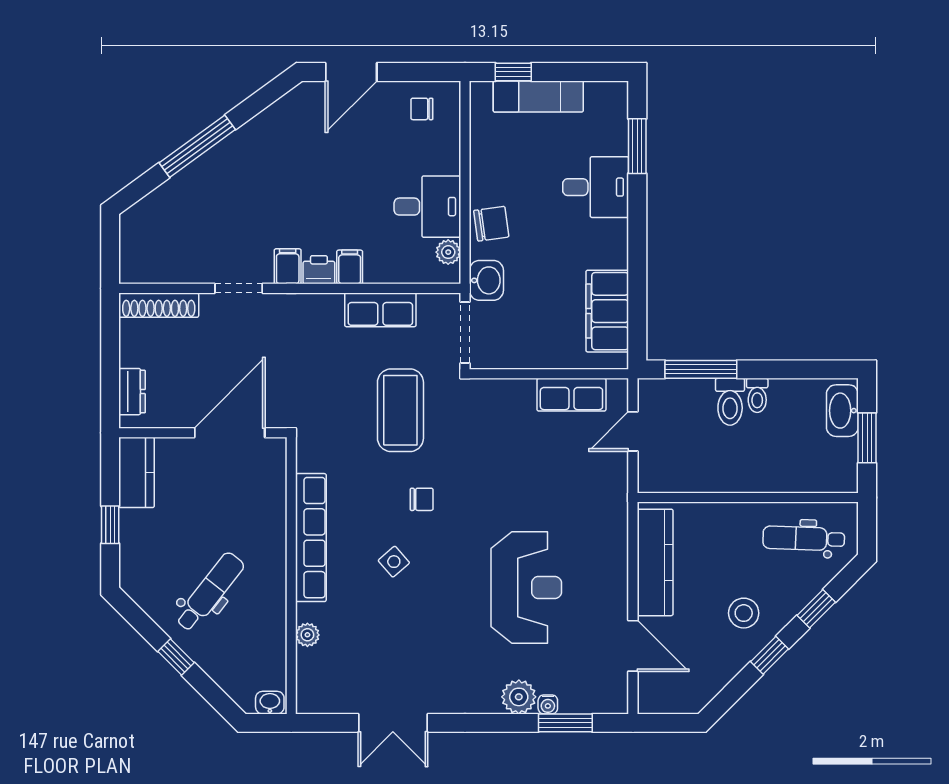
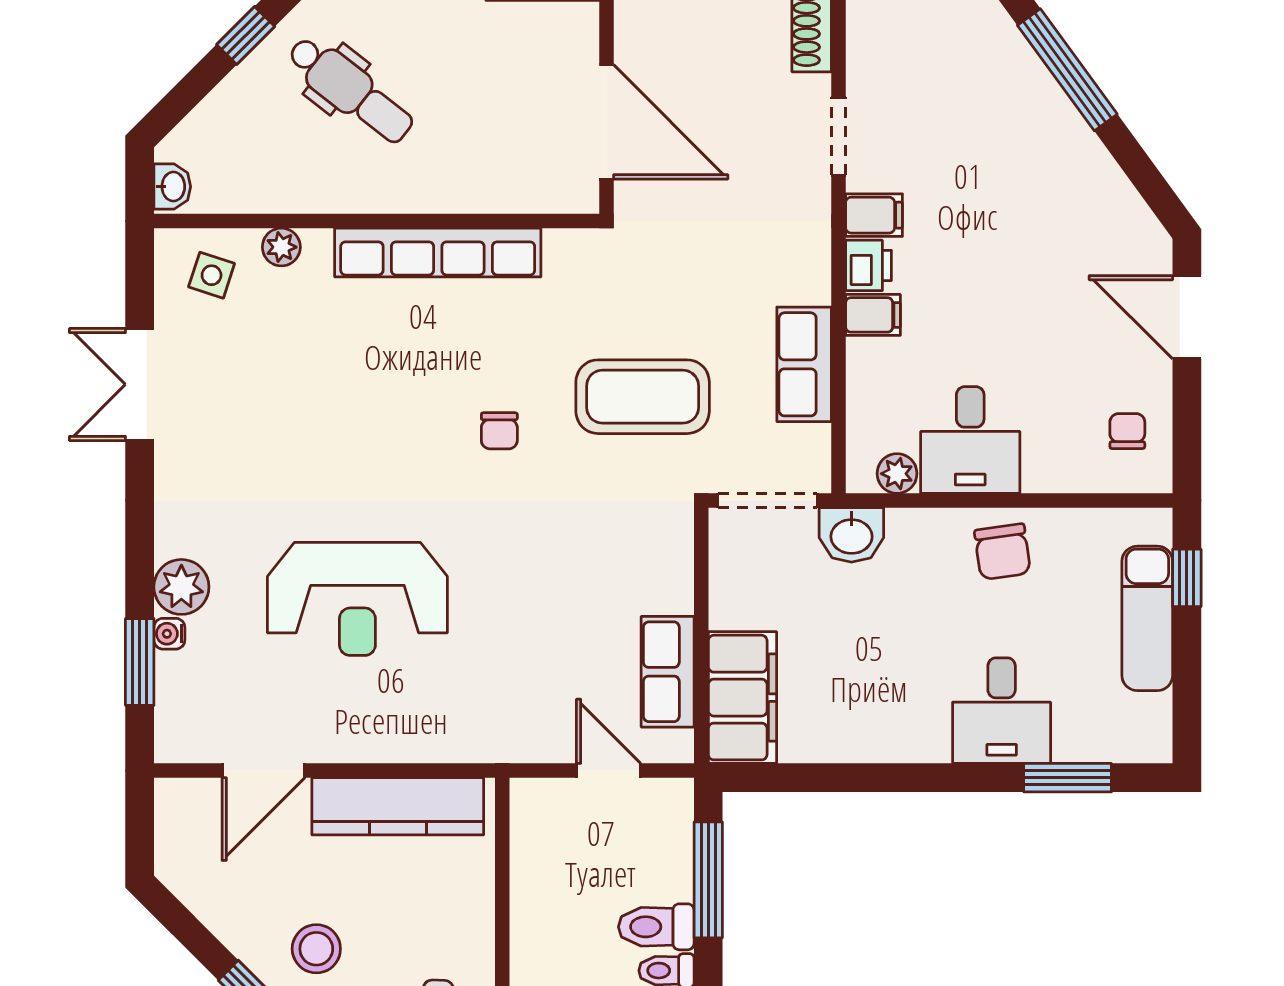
chair: (491, 224) -> (1002, 552), moved
filing cabinet: (607, 311) -> (742, 698), moved, turned 90
side table: (394, 562) -> (212, 275), moved, turned -31

